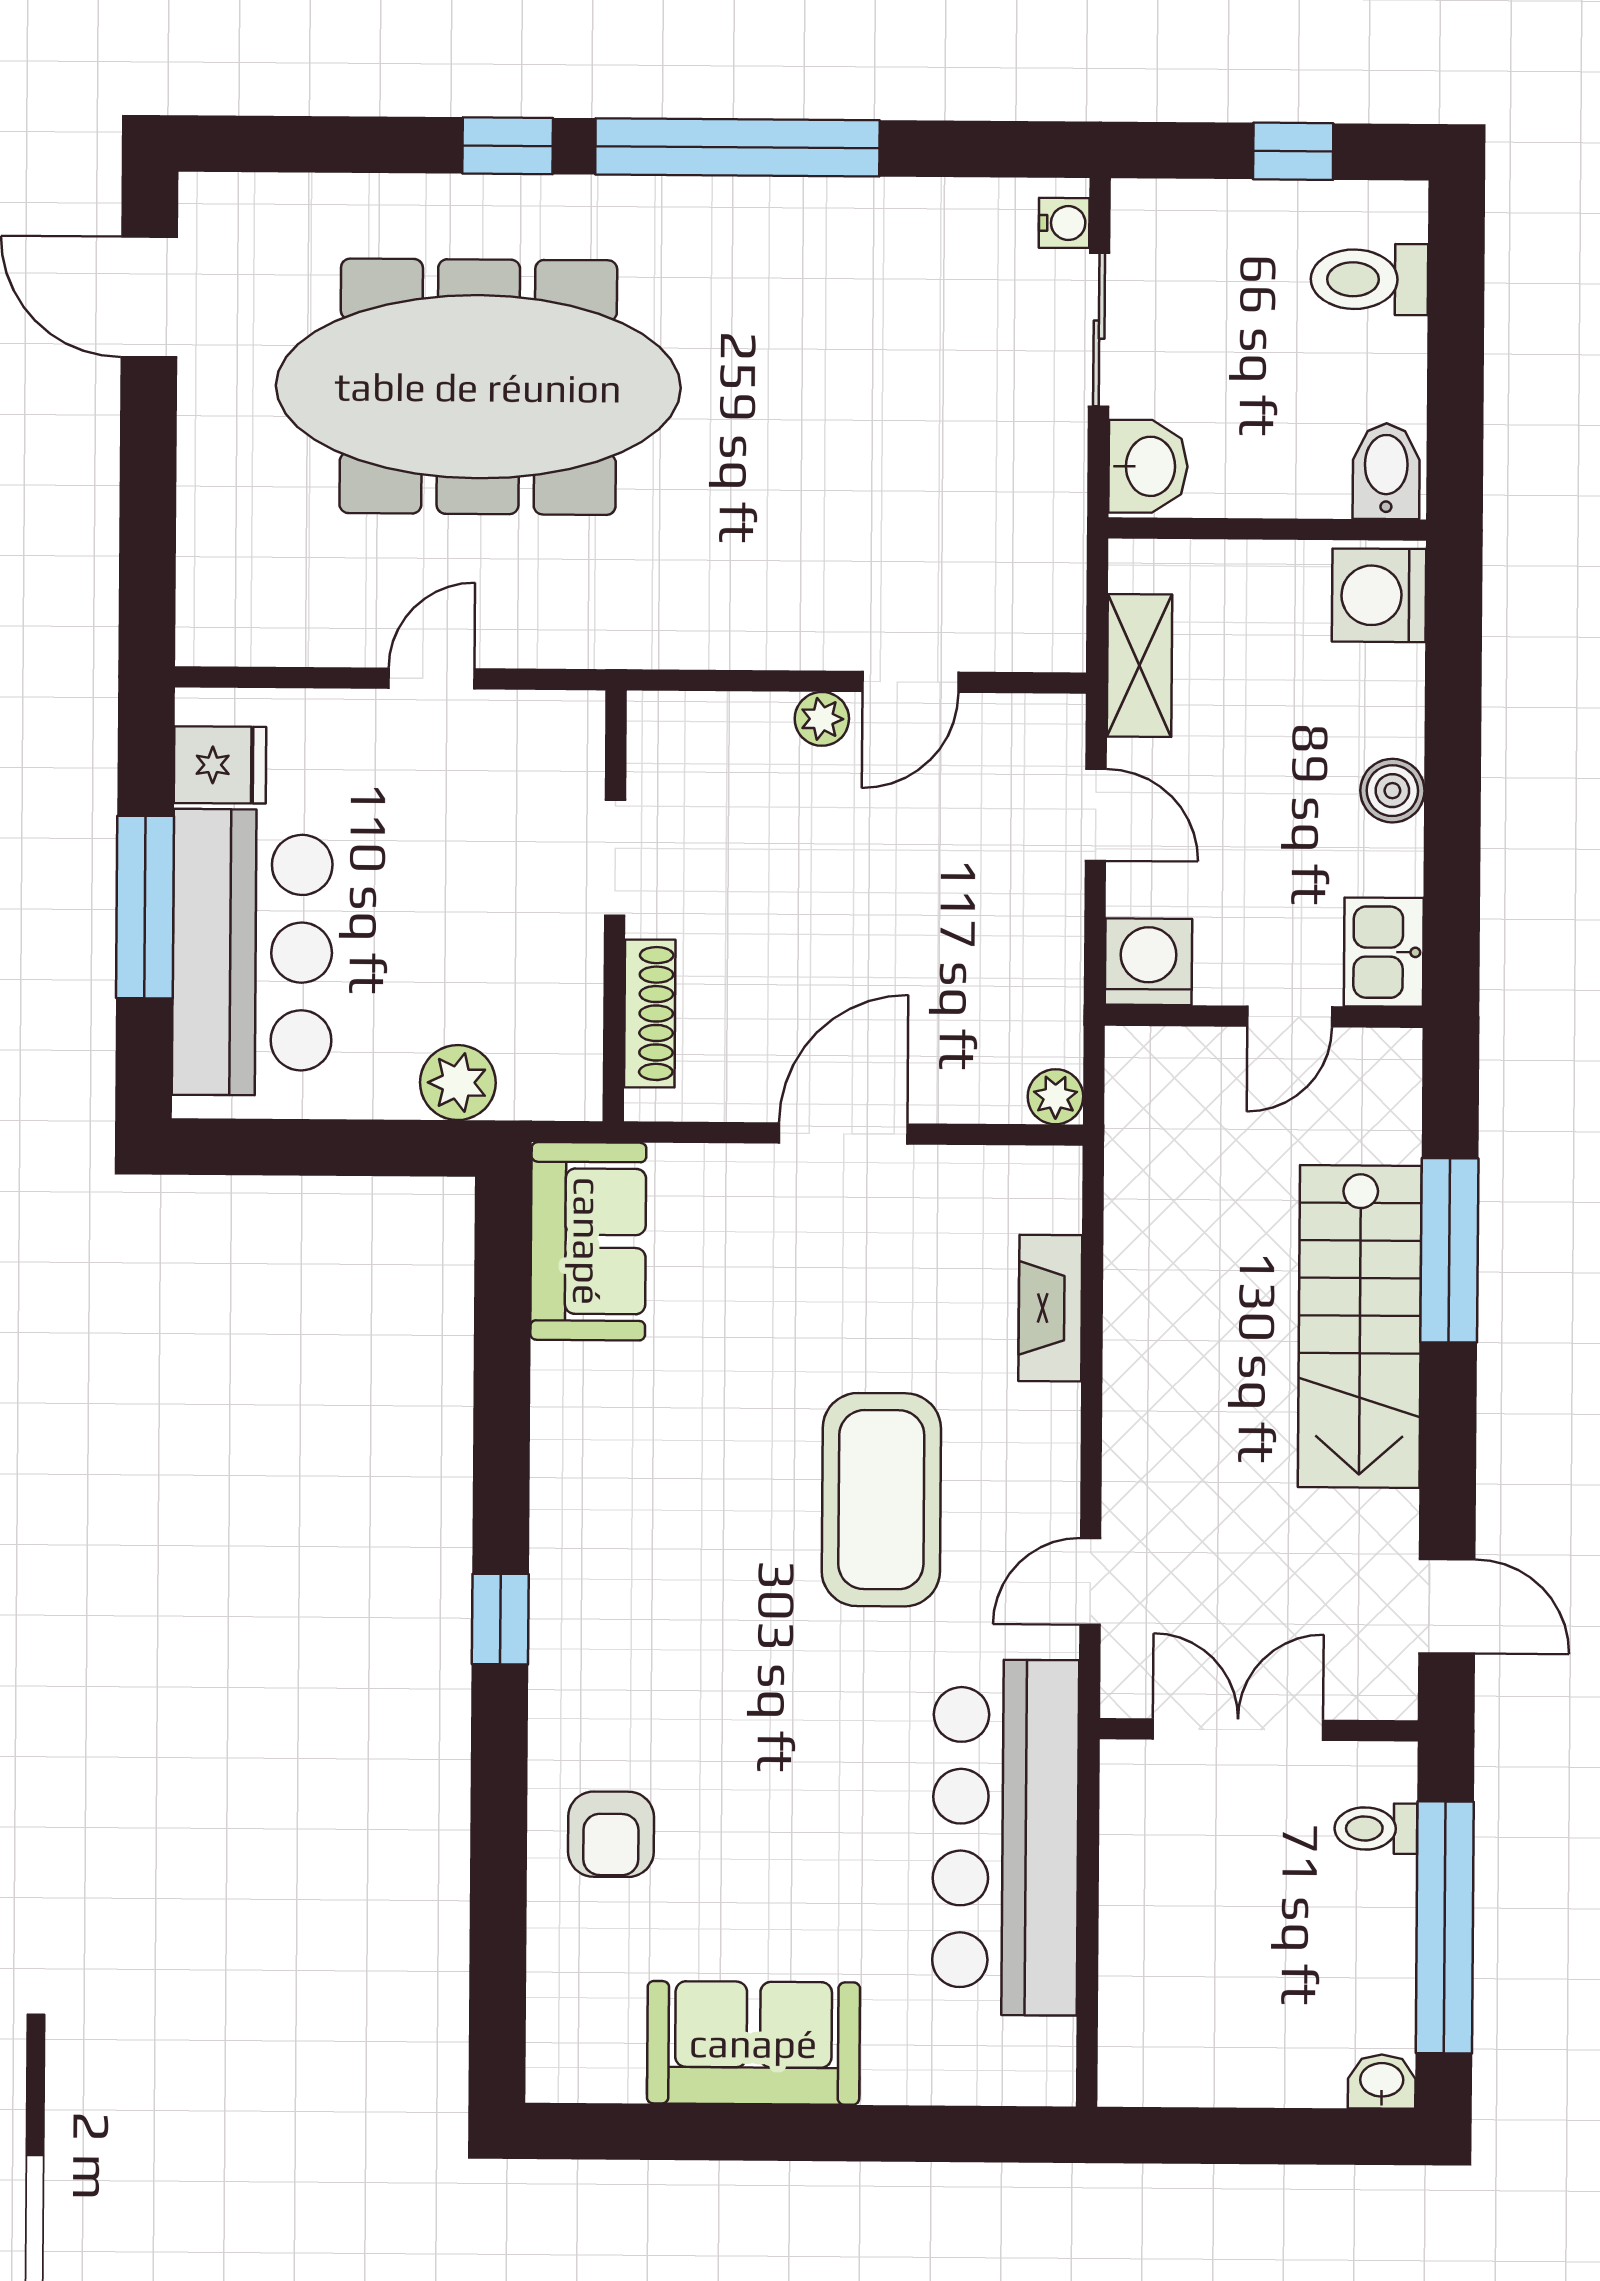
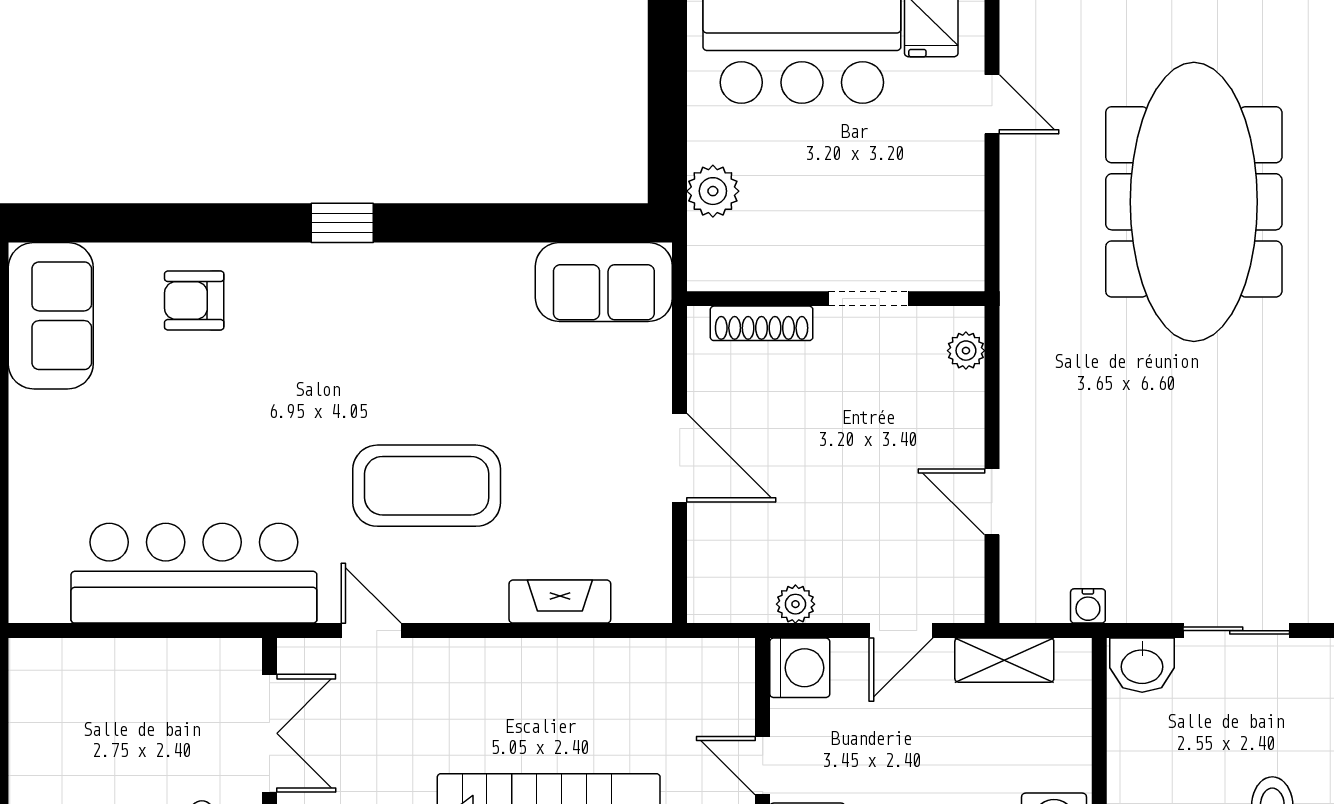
water cooler: (1064, 223) -> (1088, 606), moved
door: (432, 679) -> (992, 104), moved
plant: (822, 719) -> (966, 351), moved
plant: (1055, 1097) -> (795, 604), moved
sofa: (753, 2043) -> (51, 316), moved

